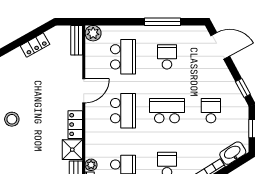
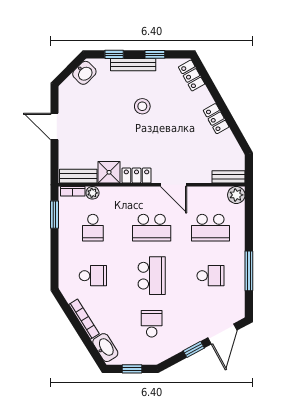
locker: (35, 45) -> (216, 119), moved
window: (243, 88) -> (194, 349), moved
school desk: (211, 111) -> (152, 324), turned -90

